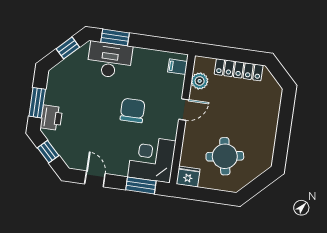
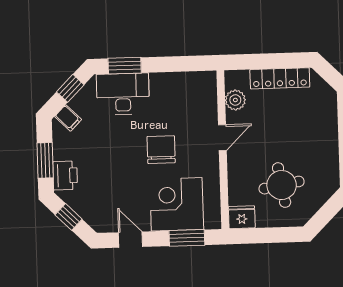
filing cabinet: (178, 67) -> (68, 118), moved, turned -135
corner desk: (152, 159) -> (177, 204), moved

